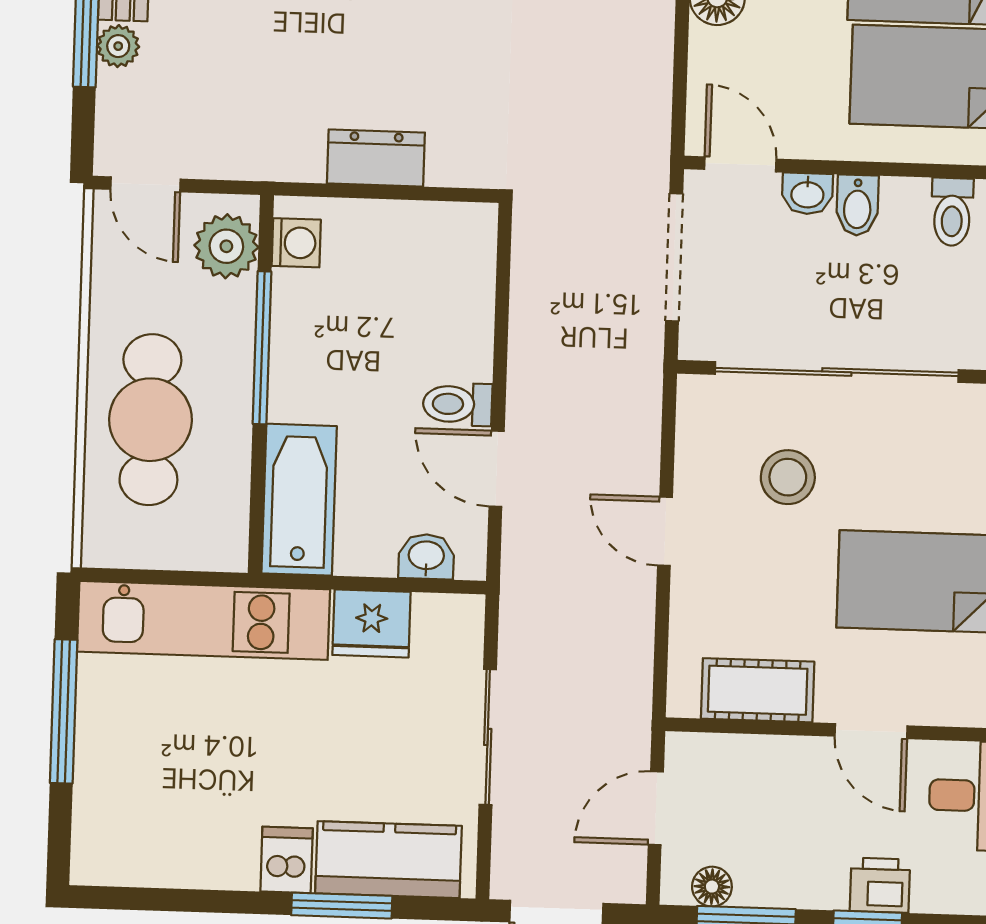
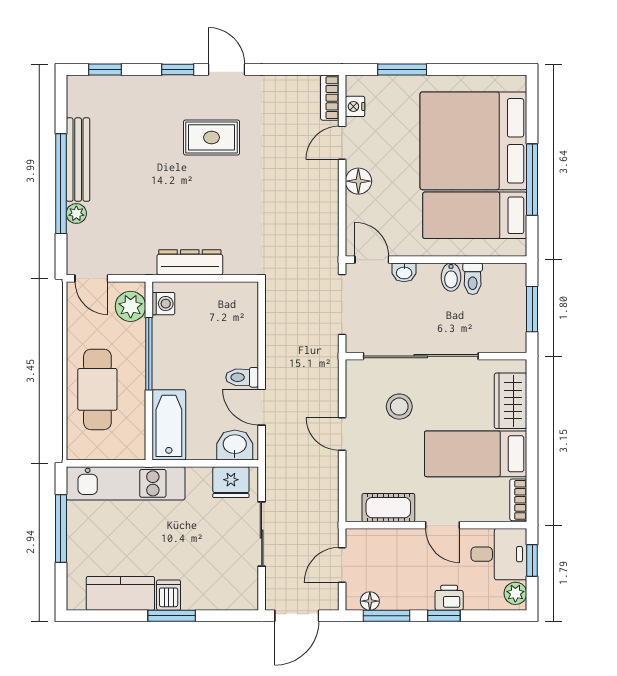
dresser: (376, 158) -> (190, 262), width x1.44
bidet: (857, 205) -> (451, 277), moved
washbasin: (426, 557) -> (235, 445), width x1.38, depth x1.45
fridge: (372, 623) -> (231, 482), moved
kitchen counter: (389, 860) -> (120, 593), moved
window: (342, 906) -> (172, 616), moved

